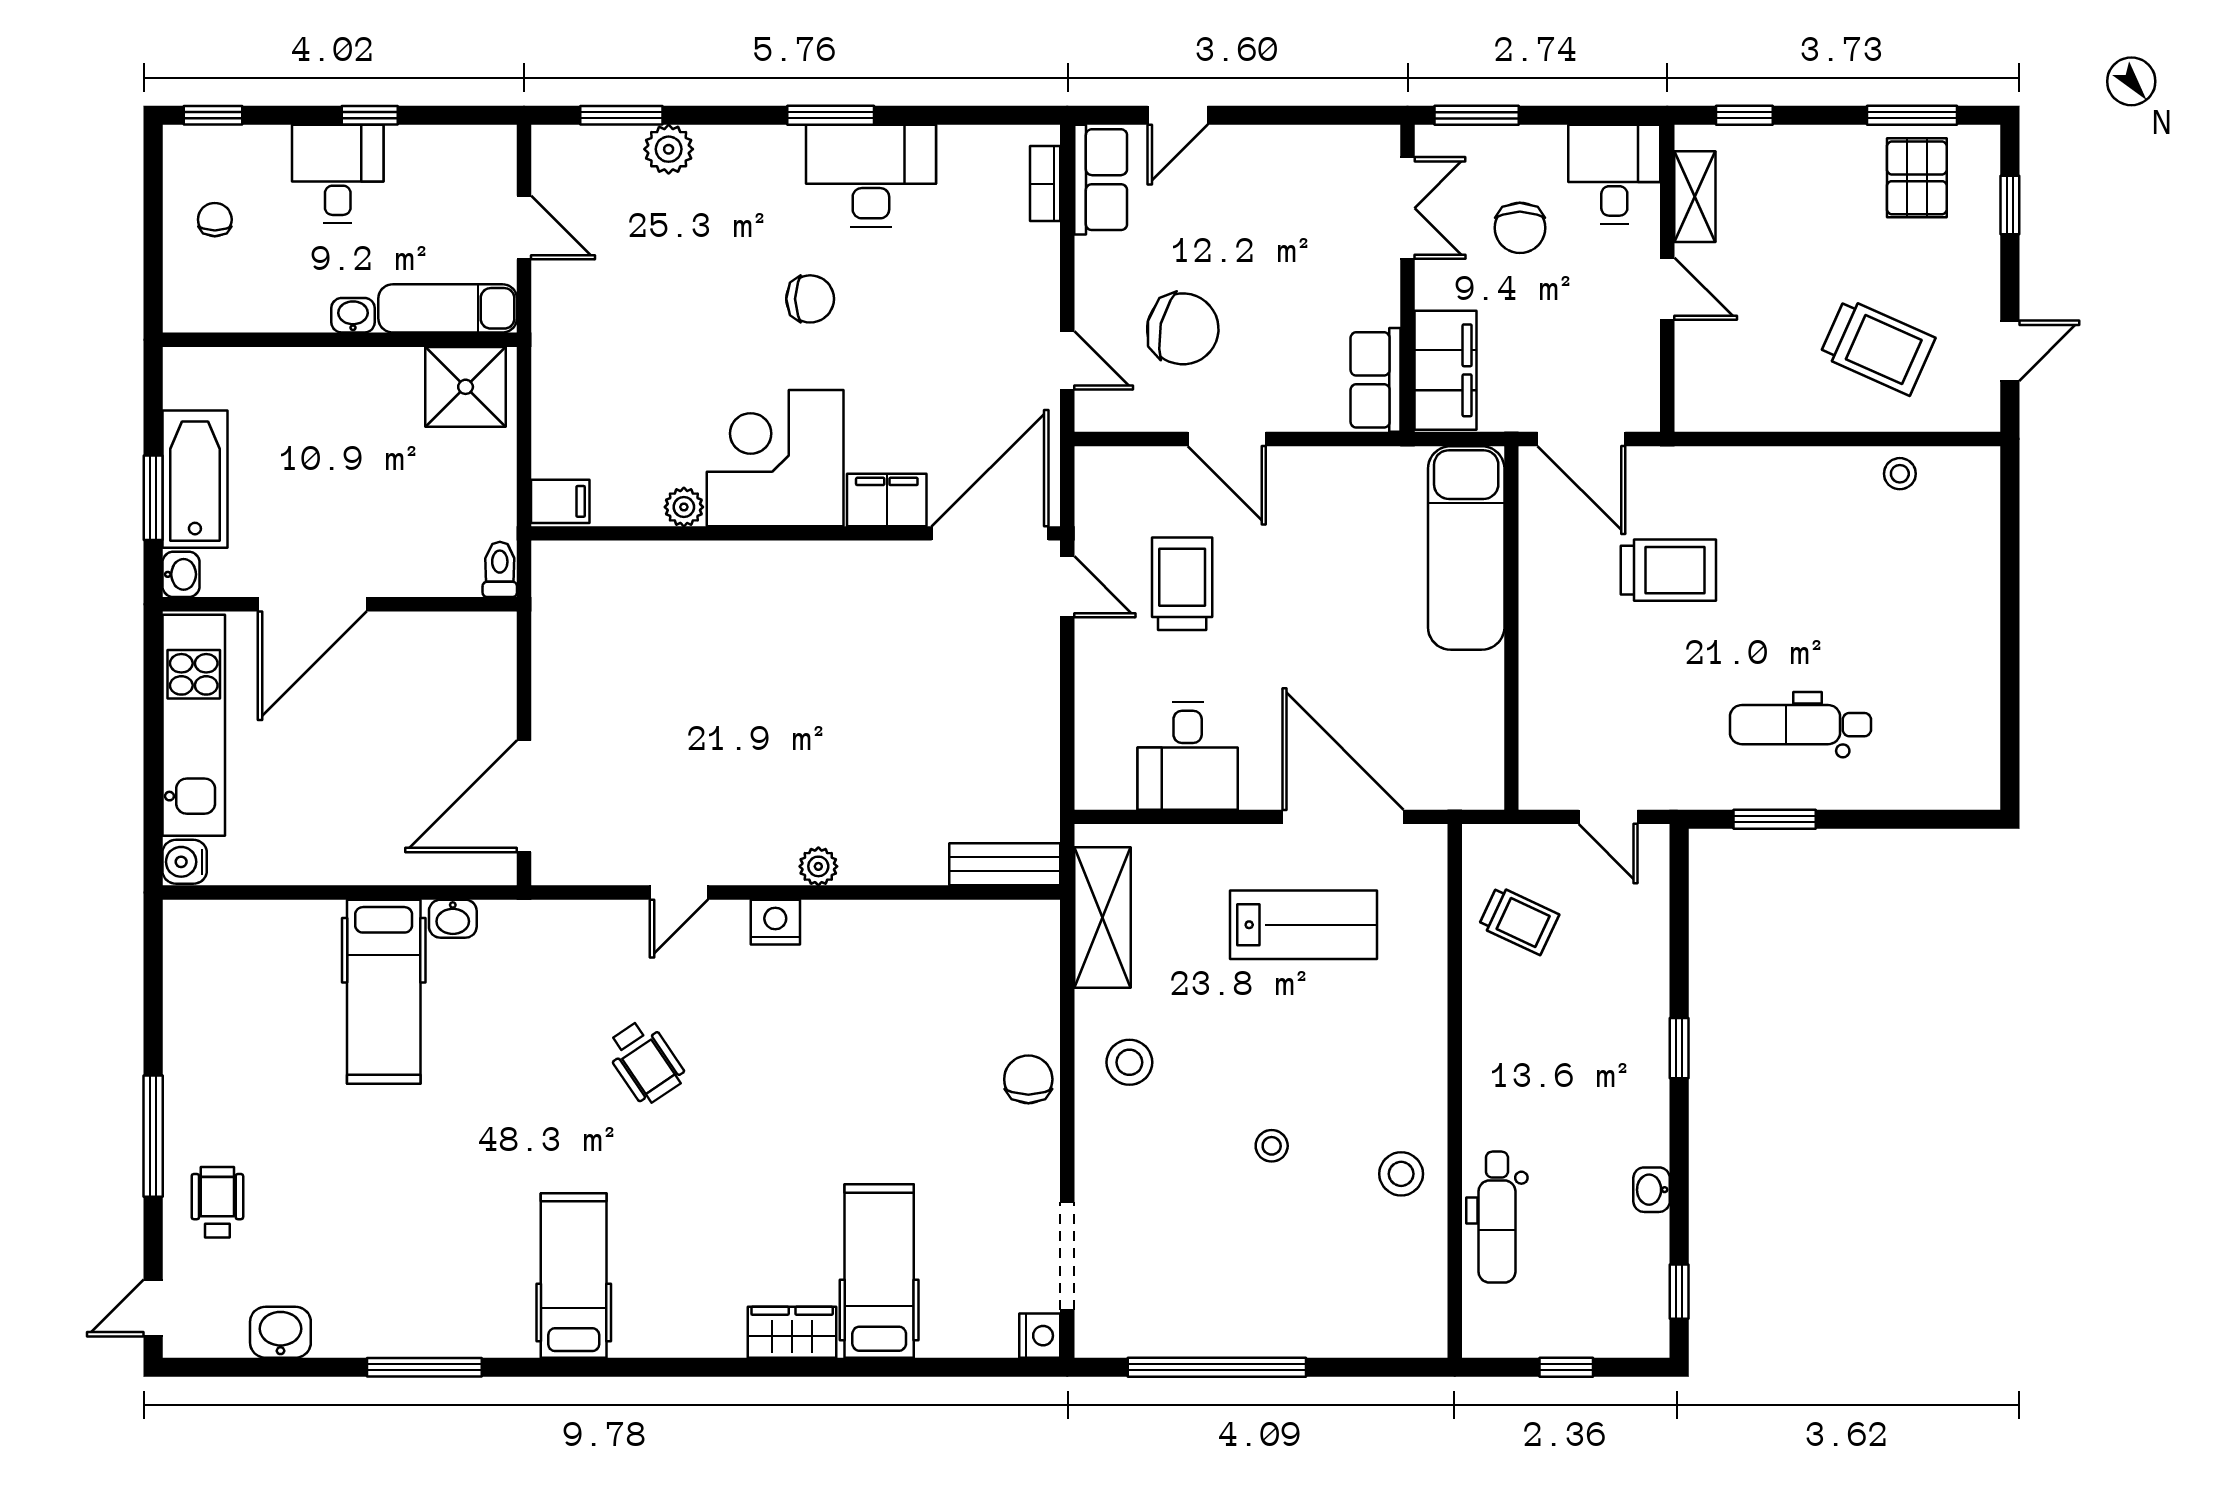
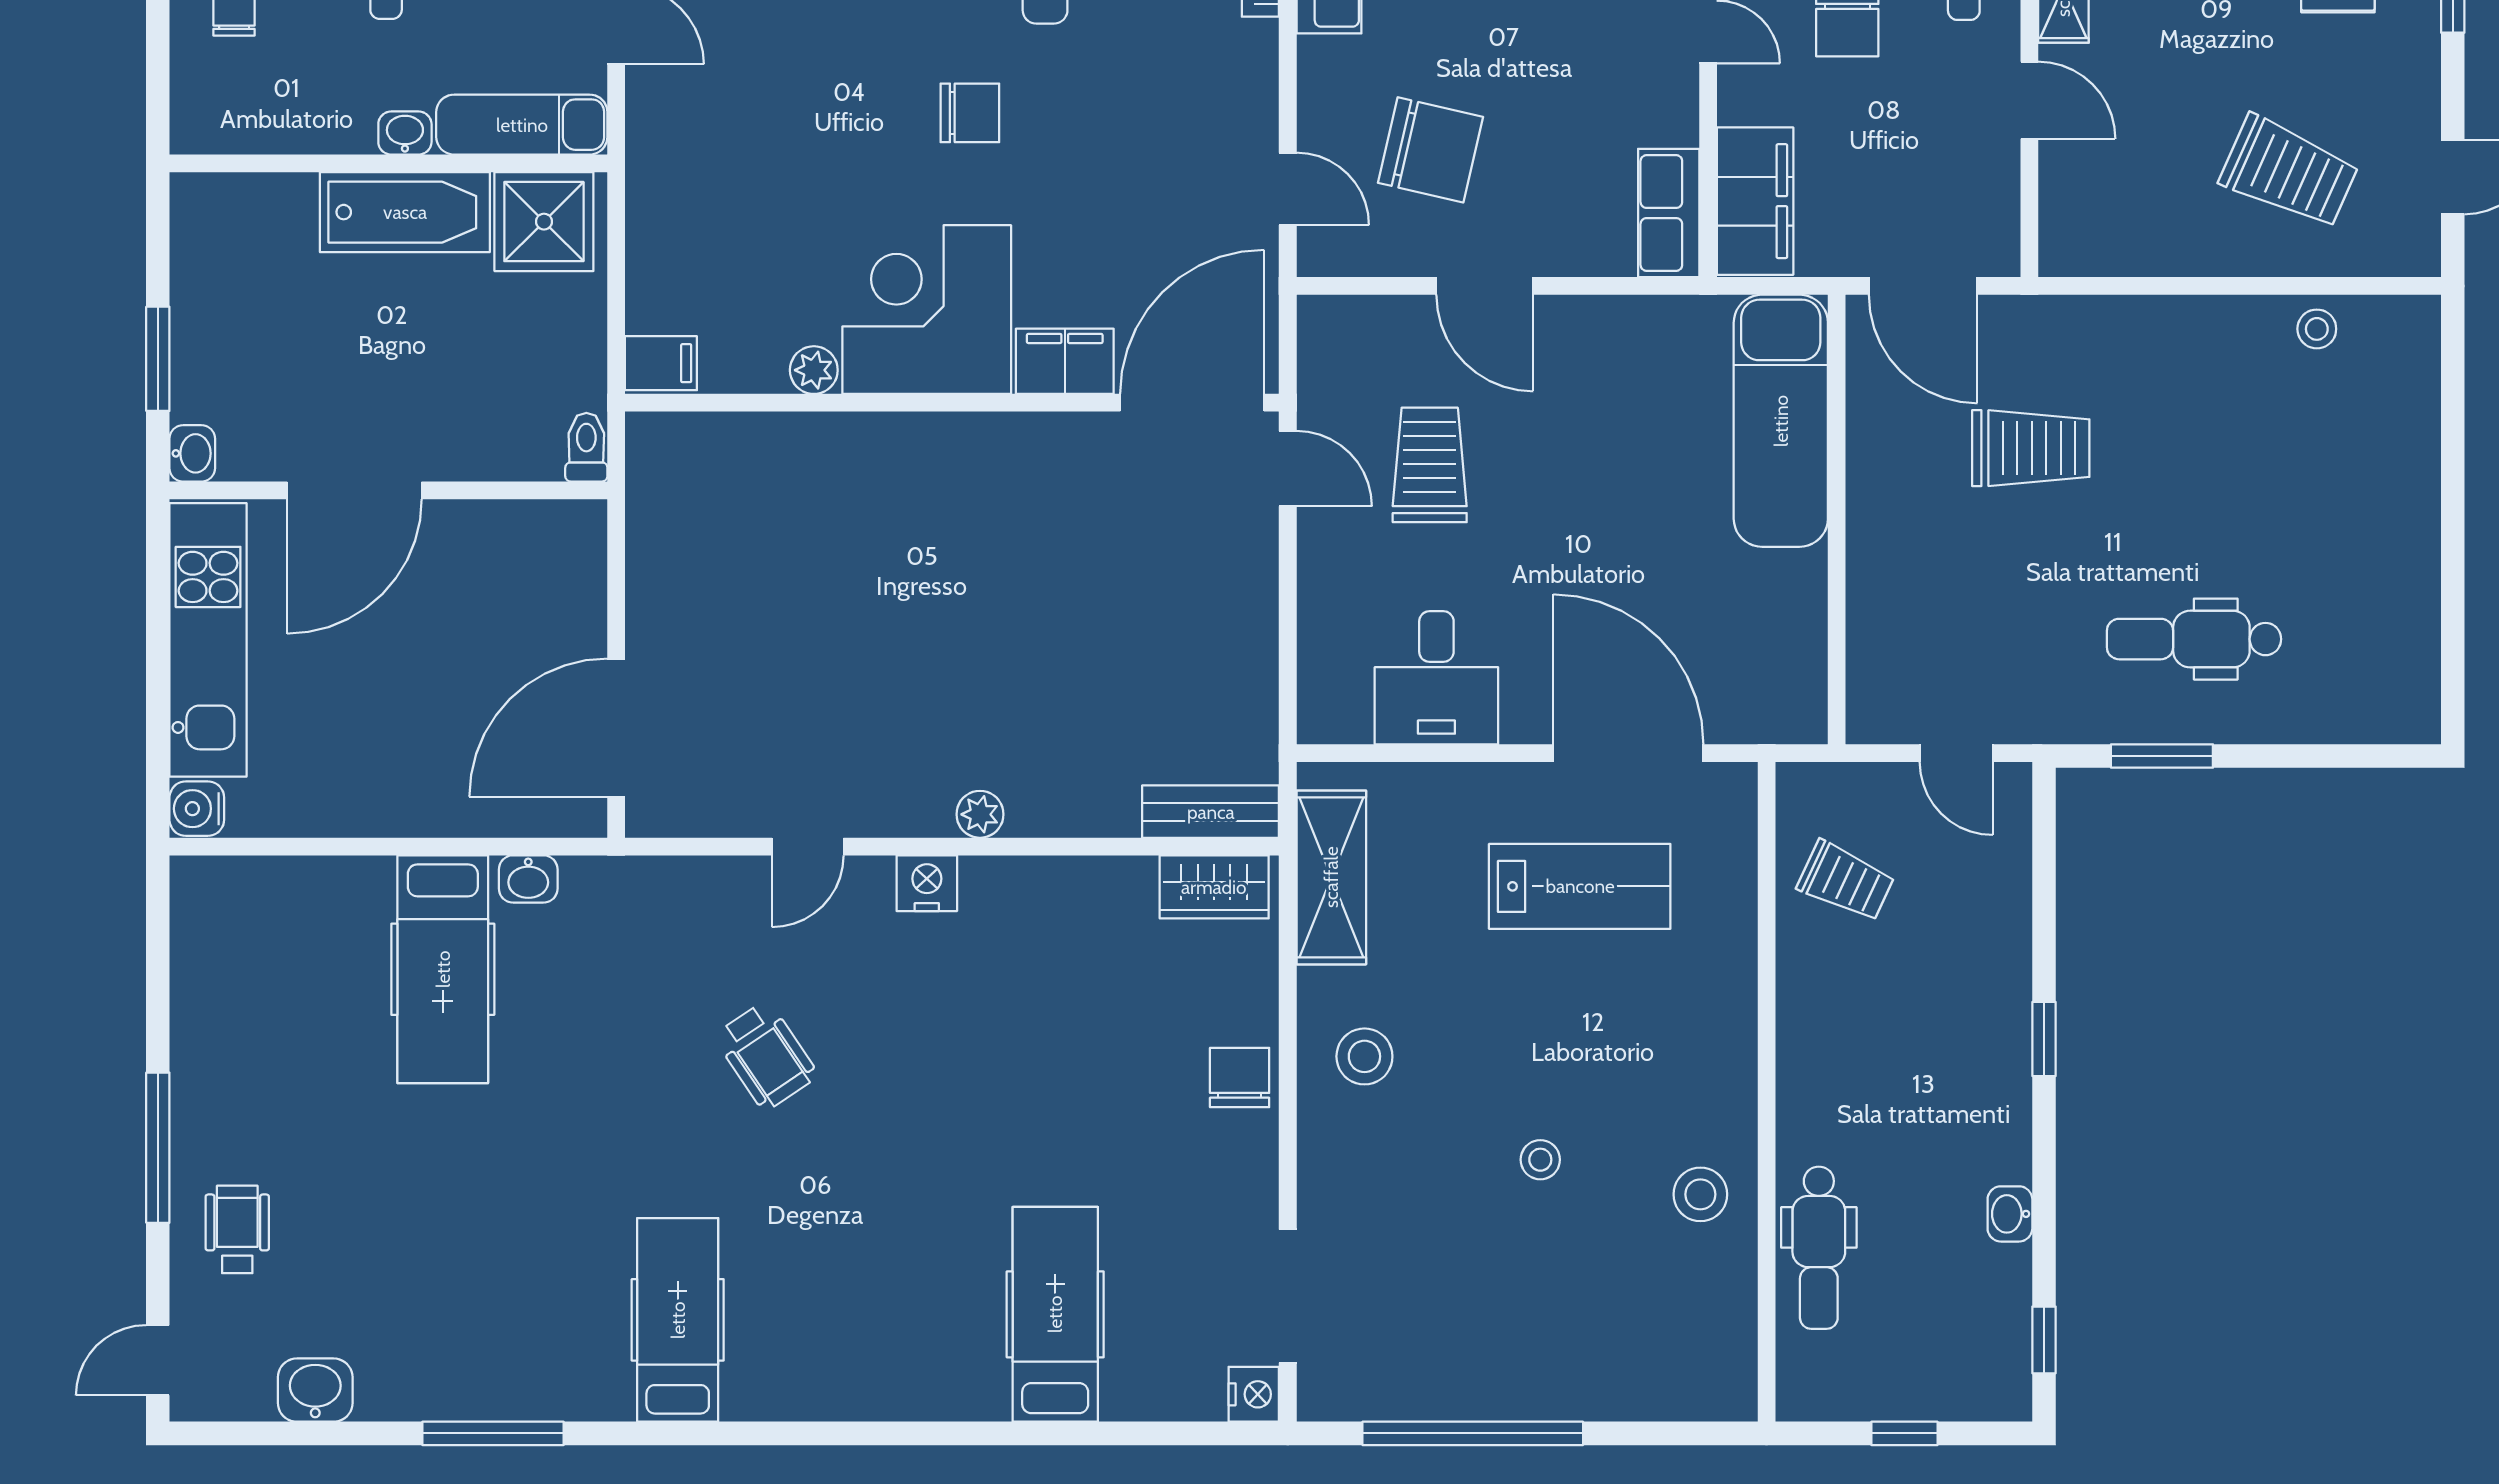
bathtub: (195, 479) -> (405, 212), moved, turned 90
wardrobe: (792, 1332) -> (1214, 887), moved, turned 180

